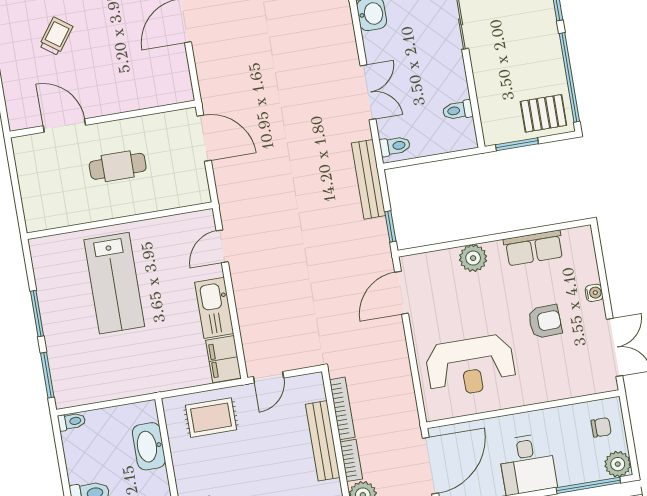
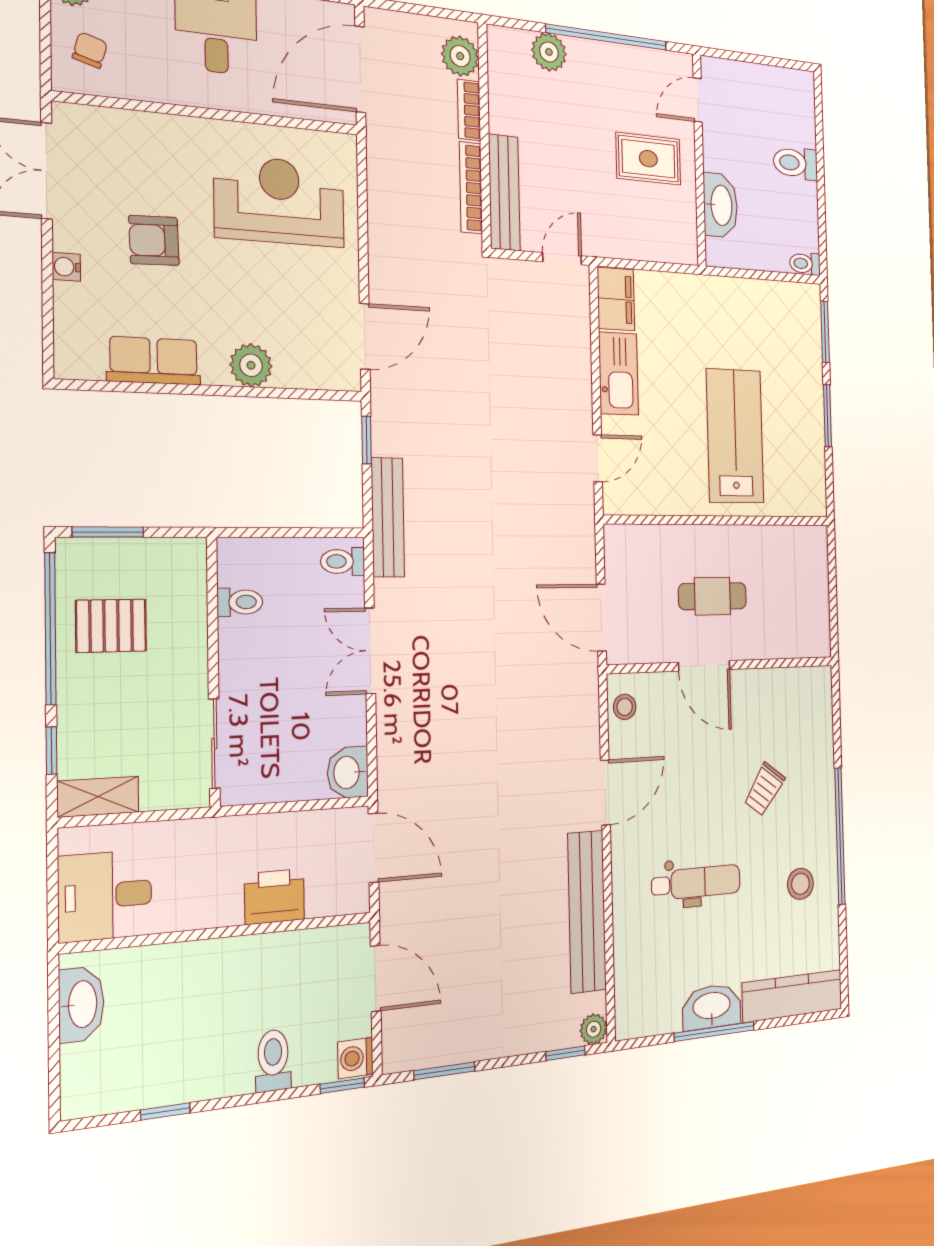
stool: (178, 80) -> (625, 707), added
pallet: (543, 113) -> (111, 626), moved
door: (64, 125) -> (704, 666), moved
window: (517, 144) -> (108, 532), moved
rug: (211, 418) -> (648, 159), moved
chair: (601, 427) -> (90, 50), turned 106
bench: (323, 441) -> (504, 192), moved

